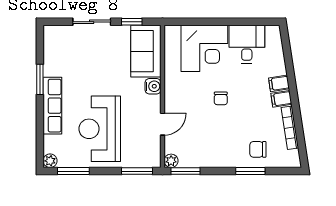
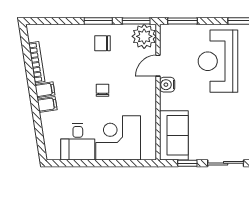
water cooler: (153, 86) -> (167, 85), moved
reception desk: (100, 129) -> (218, 61), turned 180
chair: (258, 149) -> (102, 43), moved, turned 180
plant: (171, 161) -> (144, 36), width x1.87, depth x1.87
window: (250, 171) -> (98, 21), moved

